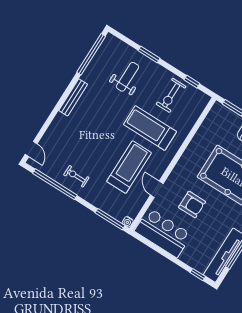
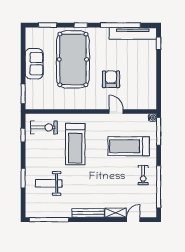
exercise bike: (171, 95) -> (44, 127), moved
shelving: (56, 125) -> (116, 213), added
door: (31, 149) -> (133, 220), moved
treadmill: (129, 167) -> (129, 146), moved
door: (157, 189) -> (116, 111), swing flipped
bar counter: (163, 233) -> (144, 87), removed

